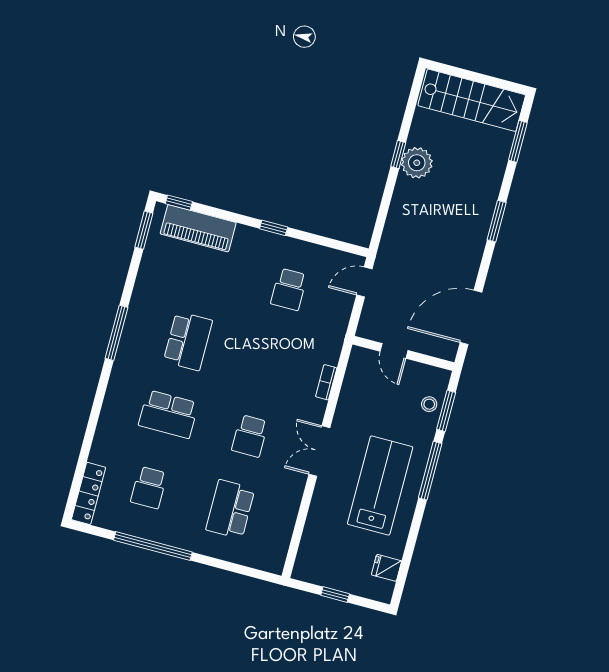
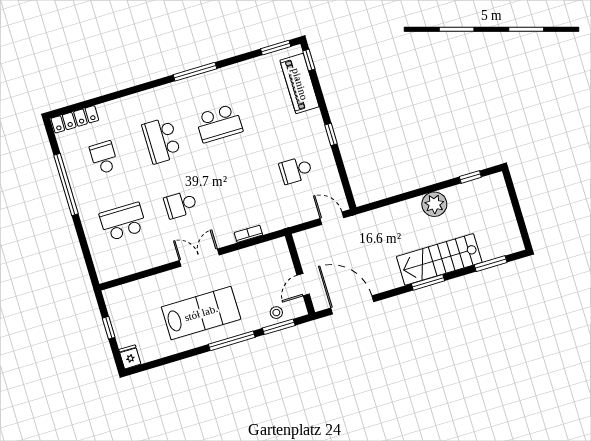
stairs: (472, 100) -> (439, 259), moved, turned 90
window: (398, 155) -> (470, 177), moved
door: (394, 351) -> (303, 285), moved
school desk: (149, 488) -> (104, 158), turned 90
fridge: (386, 568) -> (130, 357), moved

